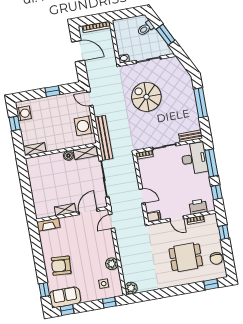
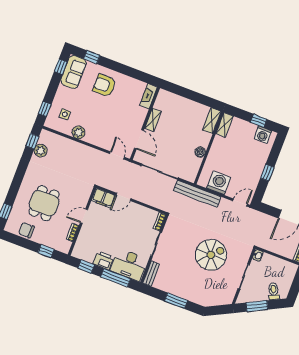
window: (201, 103) -> (176, 301), width x0.69
shelving: (85, 153) -> (212, 121), moved
printer: (198, 207) -> (103, 261), moved, turned -90
filing cabinet: (154, 216) -> (103, 198), width x2.00
armchair: (61, 266) -> (104, 86), turned -94
plant: (131, 288) -> (41, 151), moved
window: (141, 297) -> (32, 141), added

